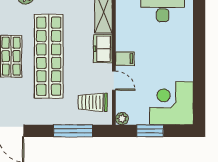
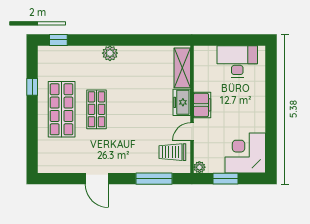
shop shelf: (49, 56) -> (131, 109), removed
filing cabinet: (125, 58) -> (202, 105), width x2.00
door: (114, 81) -> (192, 132), swing flipped

